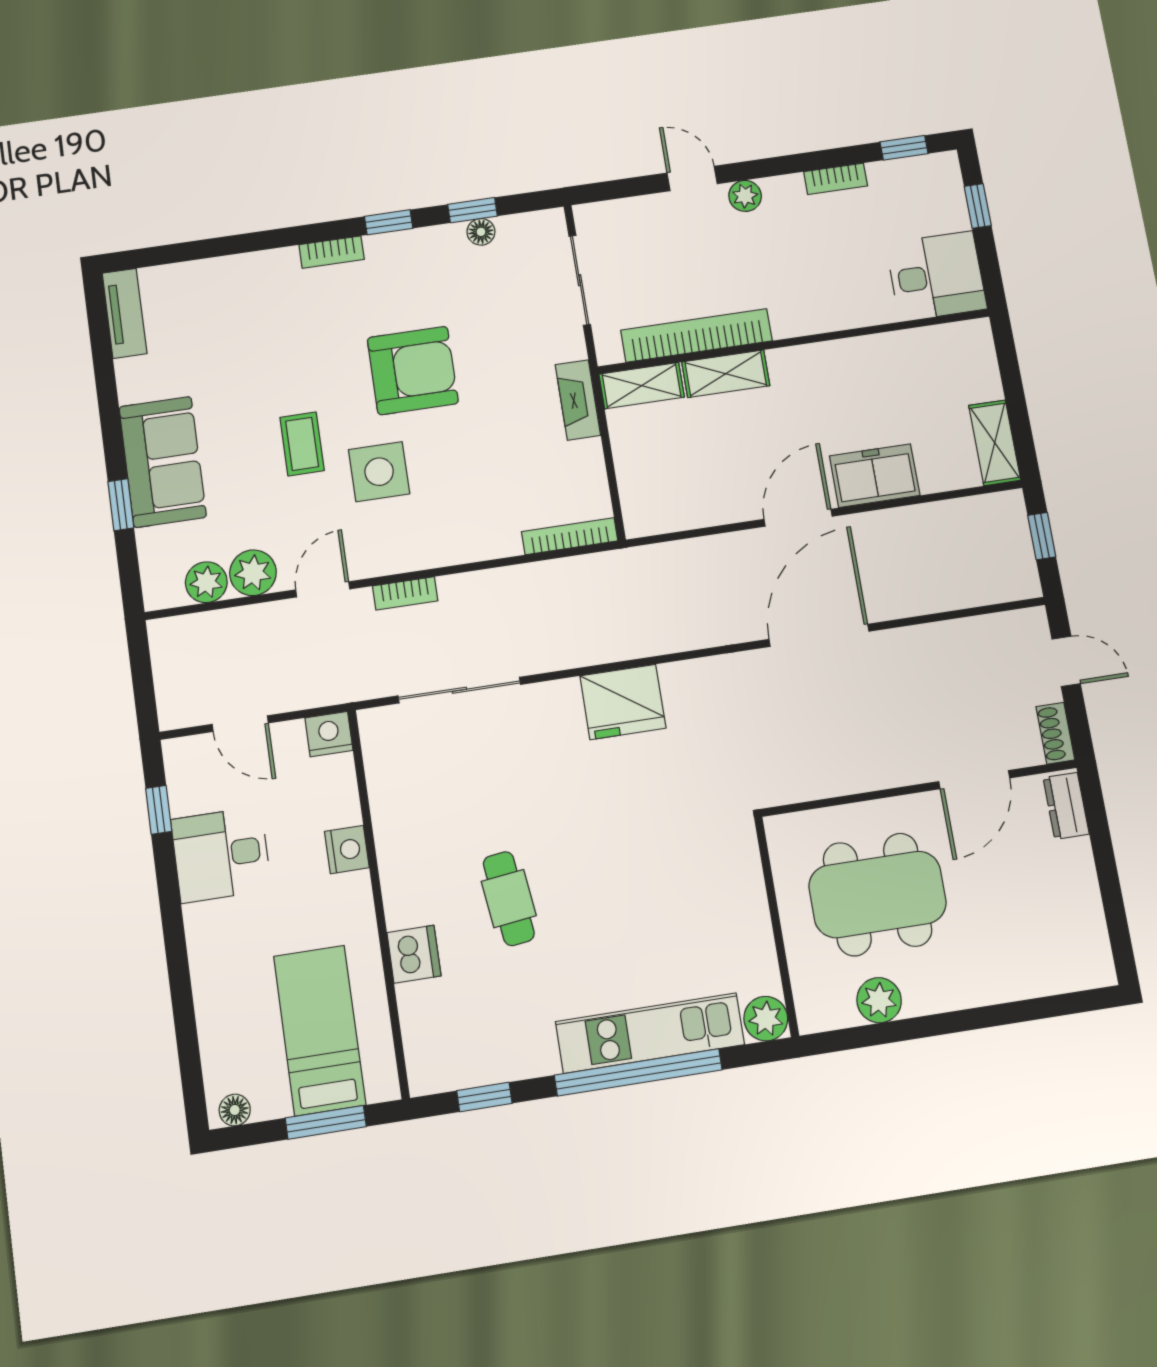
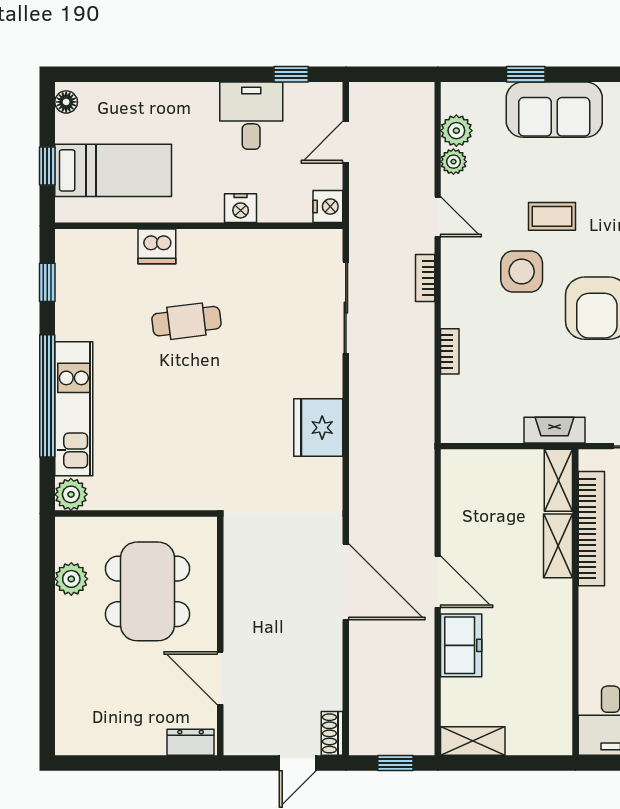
bookcase: (570, 536) -> (450, 351), moved, width x0.64
plant: (253, 573) -> (453, 162), width x0.73, depth x0.73
shoe rack: (1055, 733) -> (332, 733), moved, turned -90
window: (326, 1122) -> (47, 166), width x0.67

